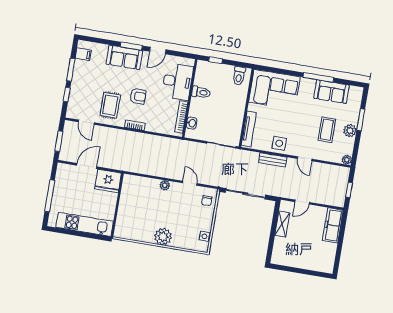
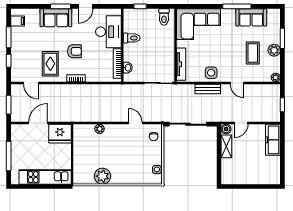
plant: (165, 185) -> (100, 129), moved
boiler: (285, 206) -> (226, 129), added
plant: (163, 237) -> (102, 176), moved

